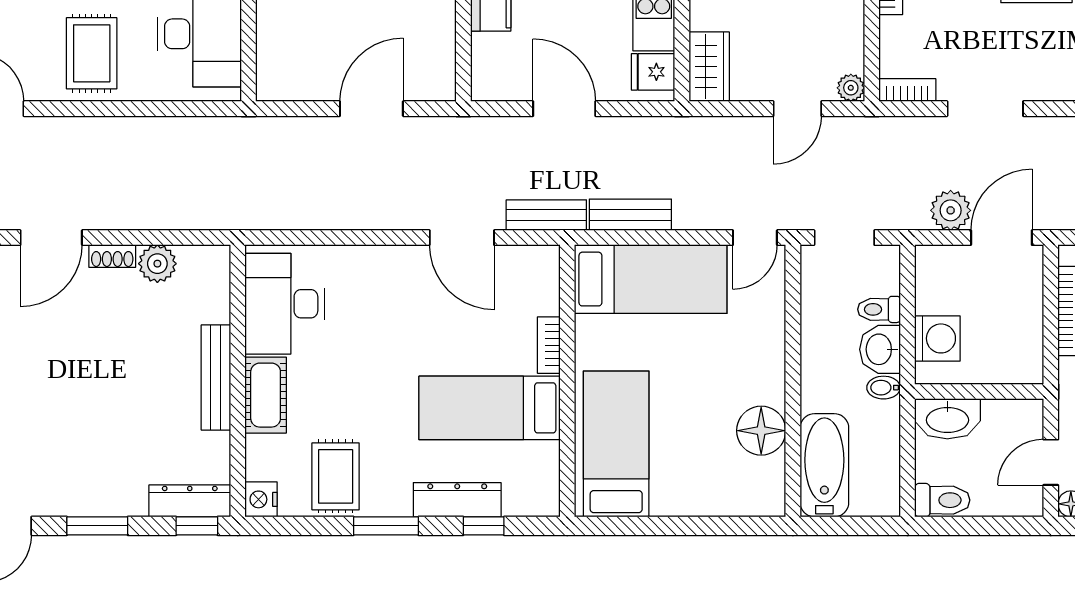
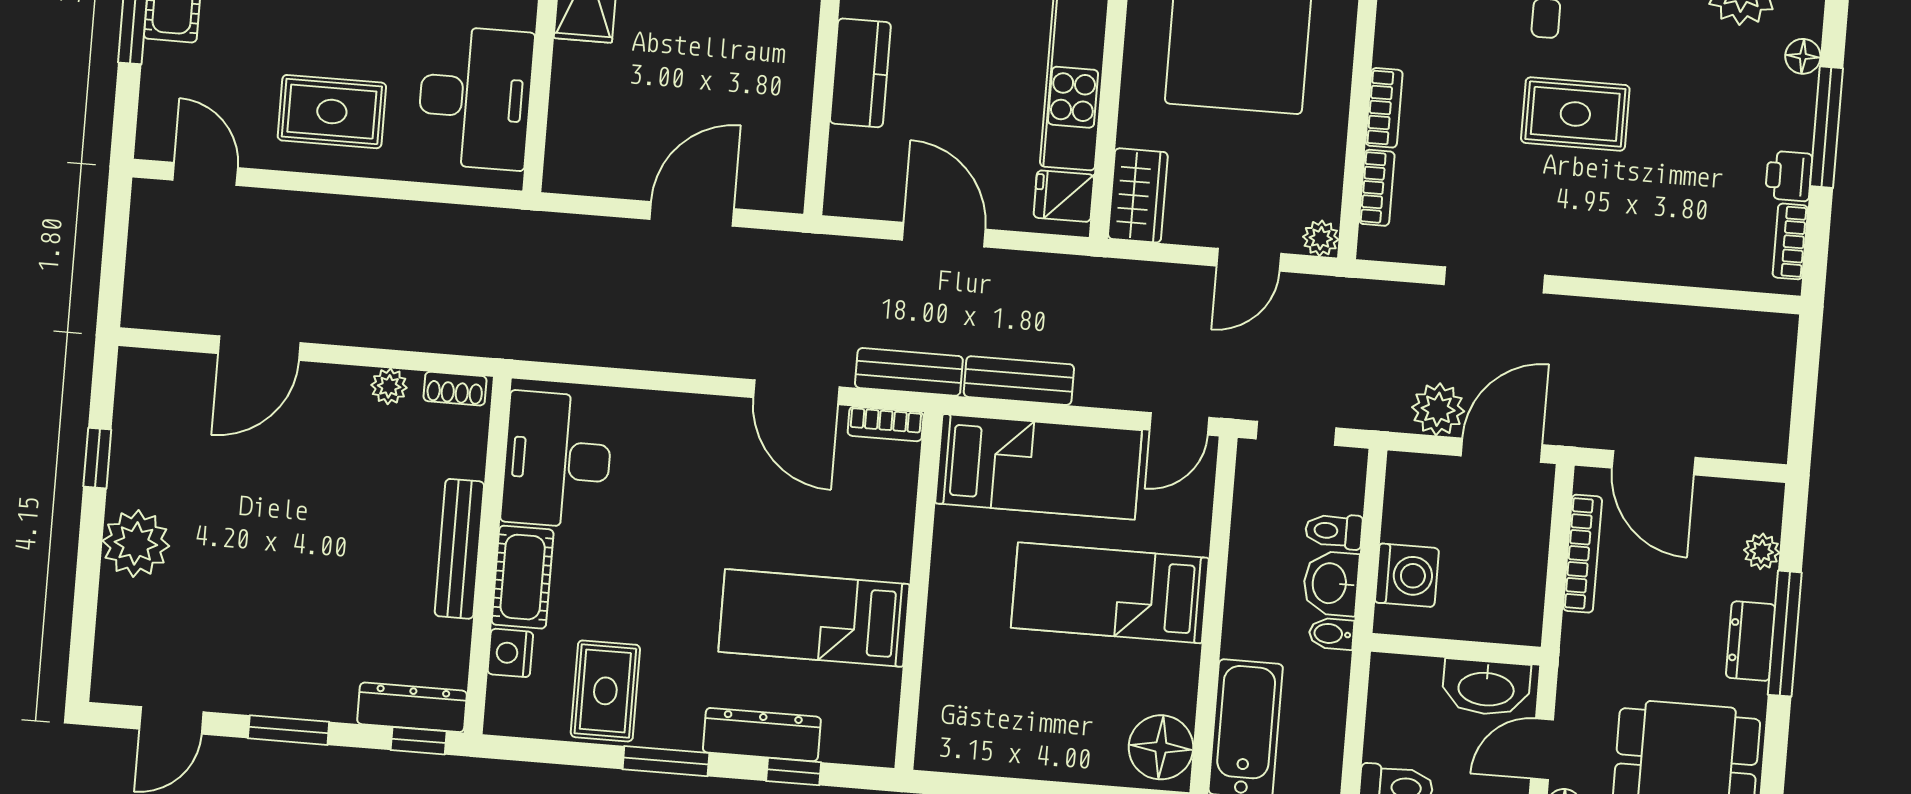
rug: (92, 53) -> (332, 112), turned 90
bookcase: (907, 90) -> (1377, 188), moved, turned 90
shoe rack: (112, 256) -> (455, 389), moved
plant: (157, 264) -> (389, 386), width x0.73, depth x0.73
bookcase: (549, 345) -> (886, 424), moved, turned -90
washbasin: (947, 419) -> (1486, 688), moved
floor lamp: (761, 431) -> (1161, 747), moved
bed: (616, 444) -> (1110, 593), moved, turned -90
nightstand: (261, 499) -> (510, 653), moved

